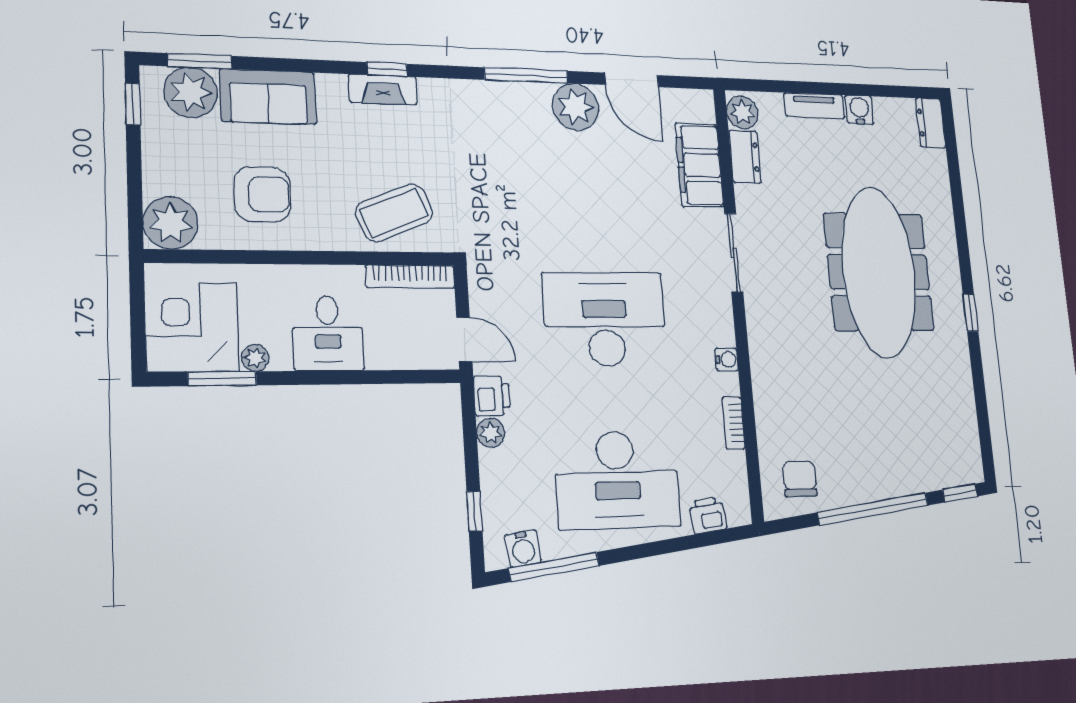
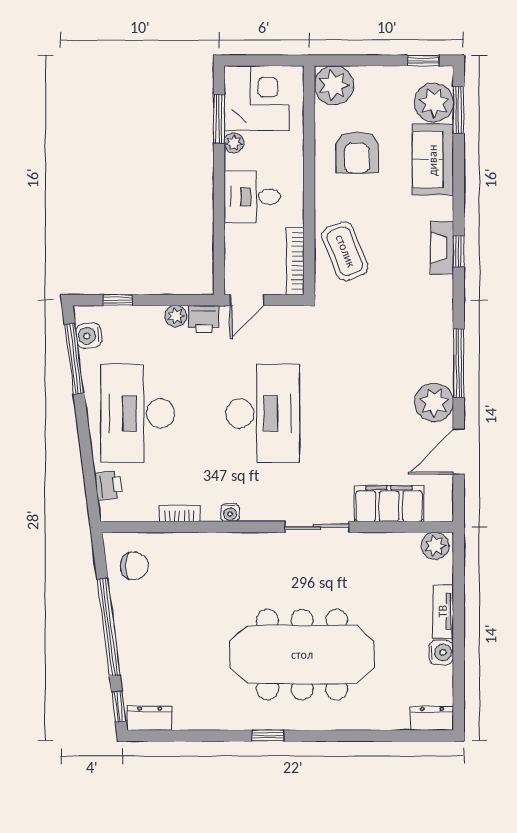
dresser: (745, 157) -> (150, 718), moved, turned 180

